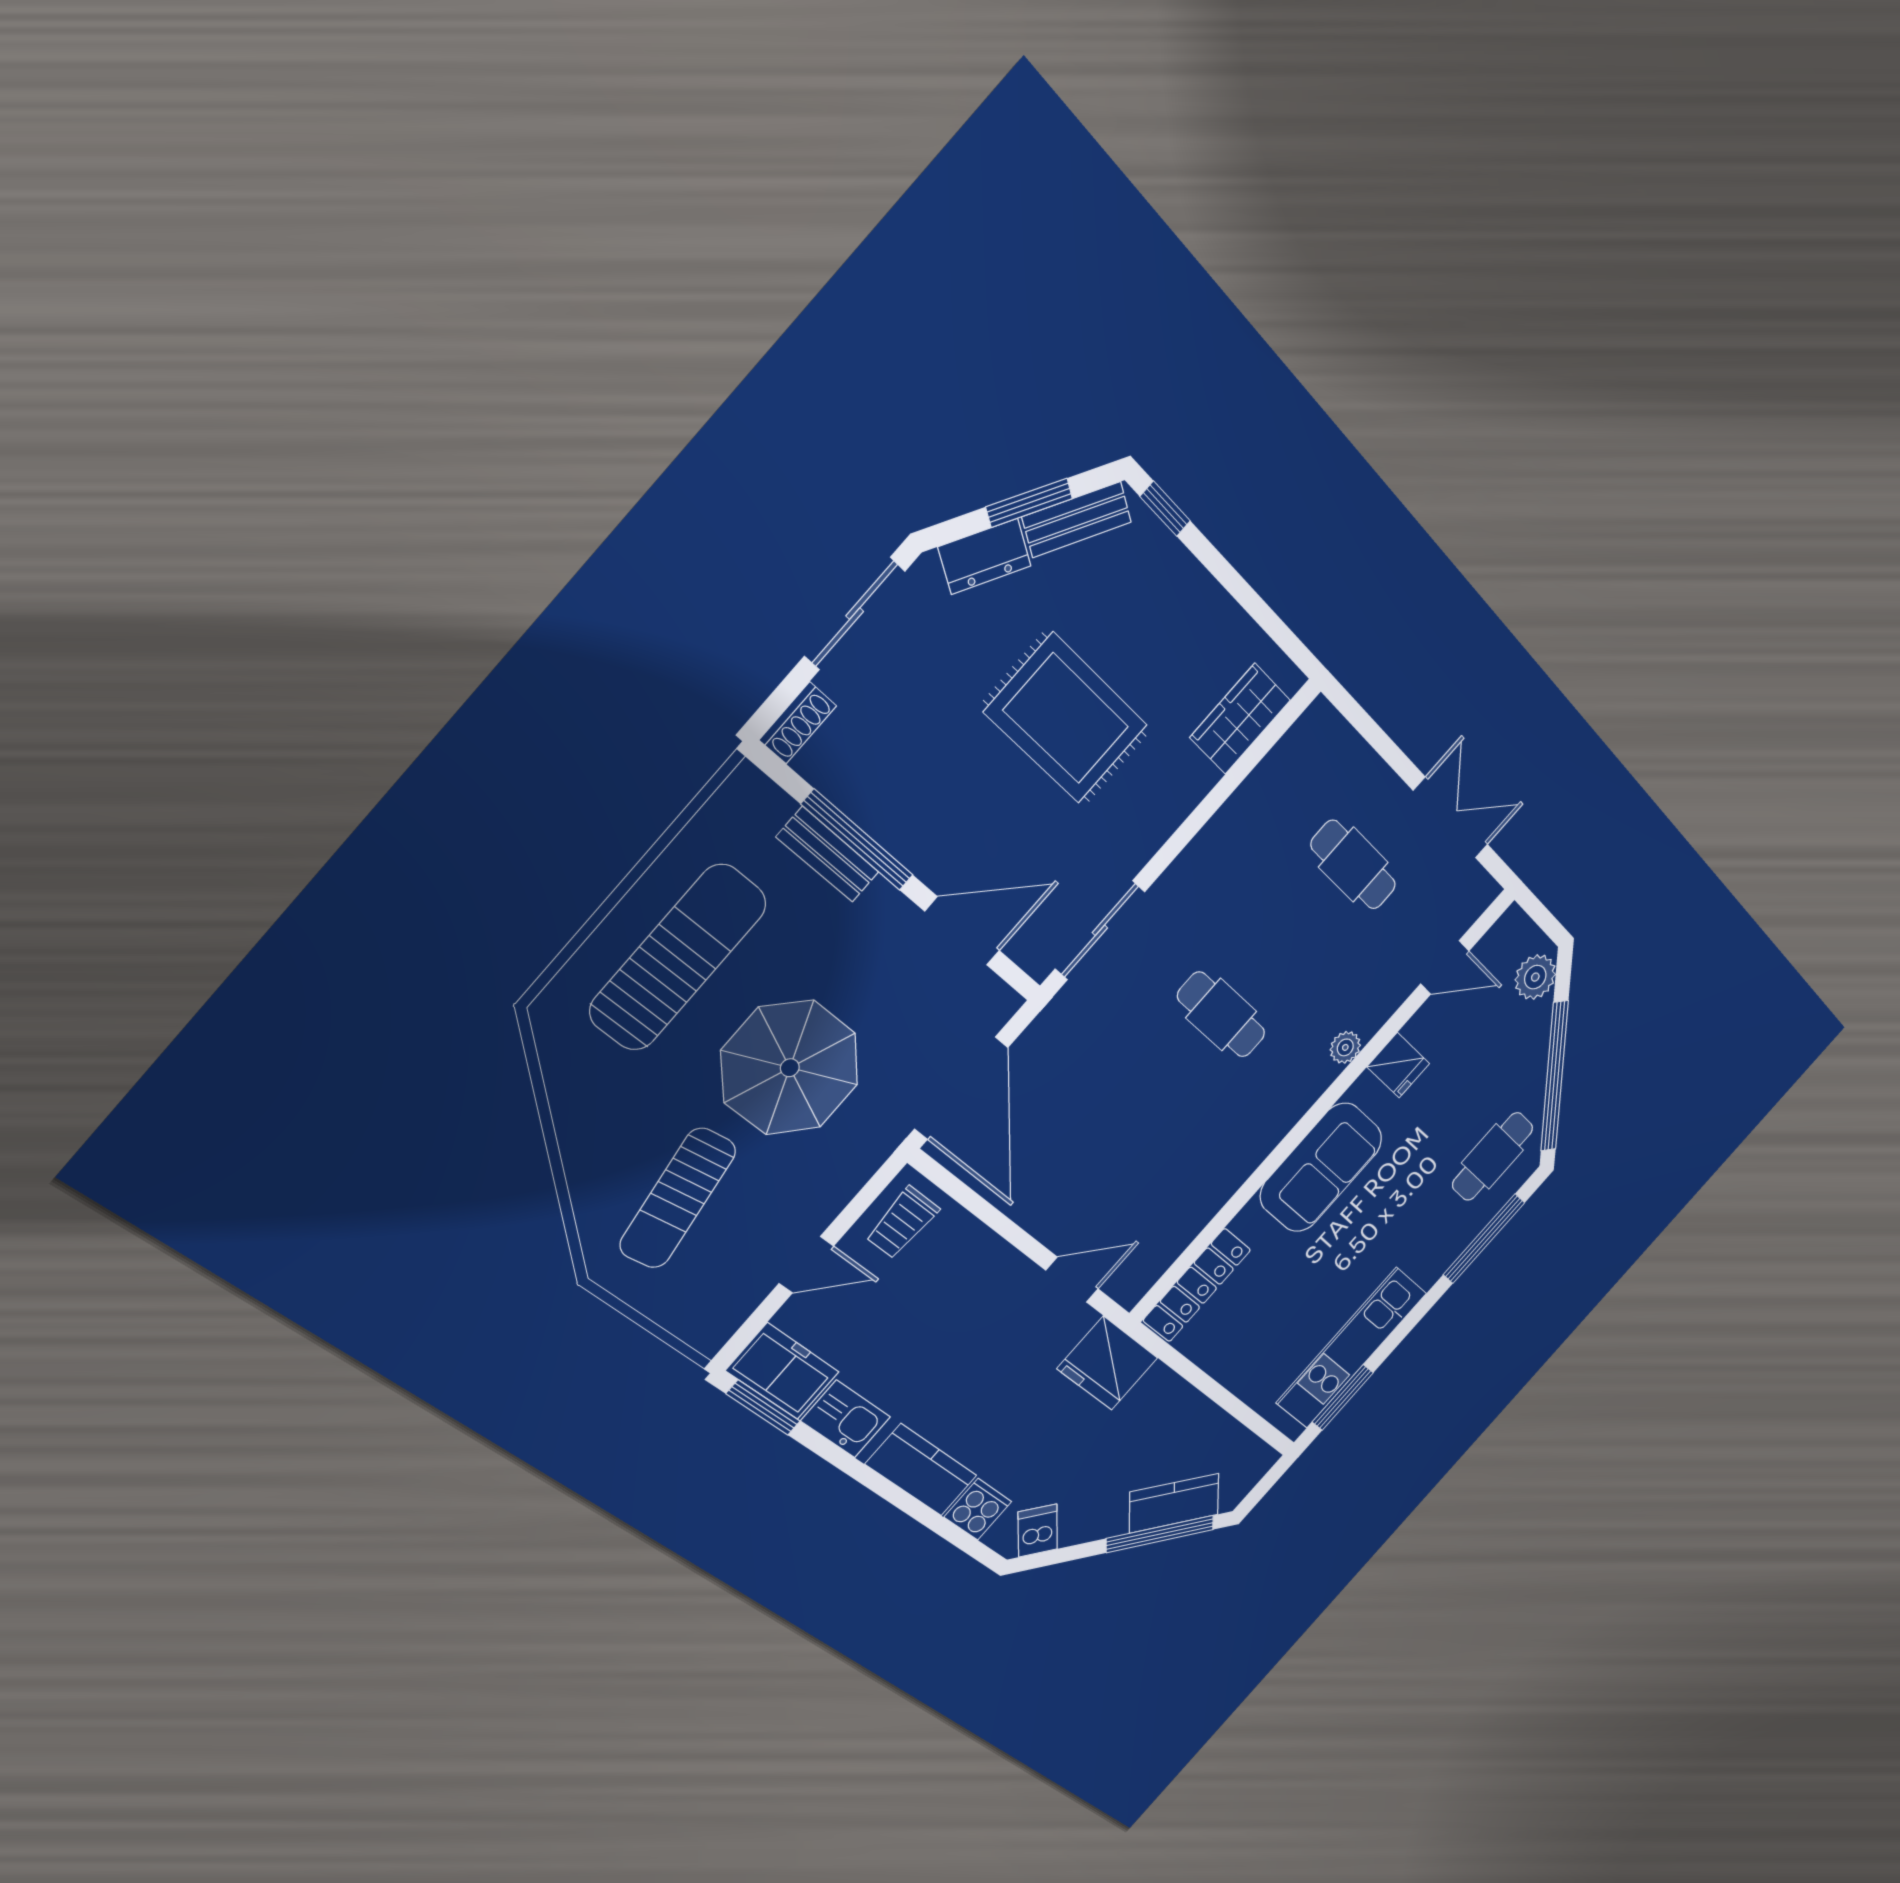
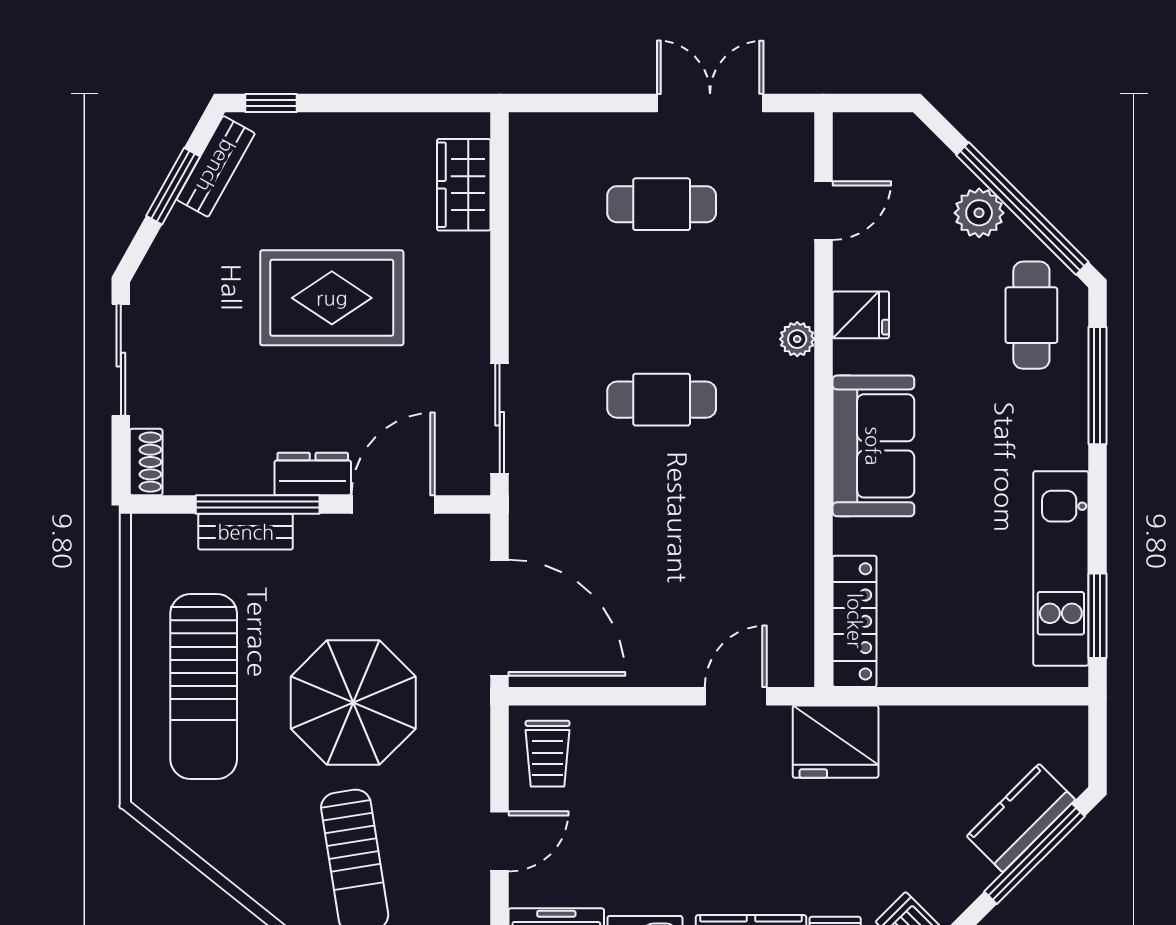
dresser: (985, 556) -> (313, 474), moved, turned -119
sun lounger: (678, 958) -> (204, 686), turned 180
plant: (1535, 977) -> (979, 213), moved

